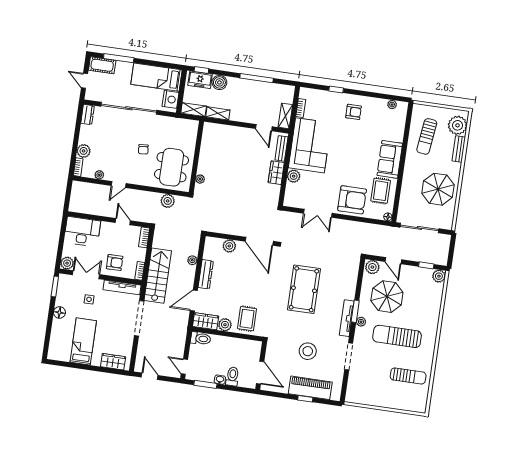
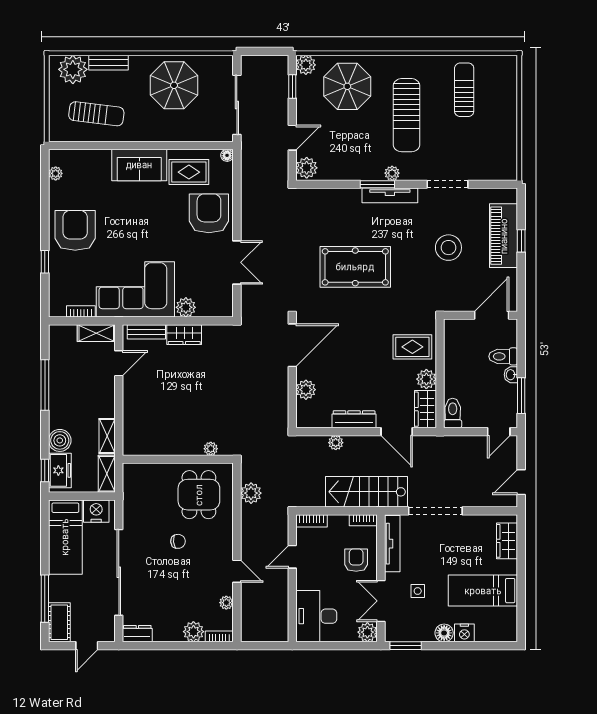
armchair: (354, 112) -> (75, 230), width x1.88, depth x1.88
dining table: (172, 167) -> (199, 495), width x0.73
parasol: (387, 297) -> (347, 86), moved
nightstand: (58, 326) -> (464, 633), added

